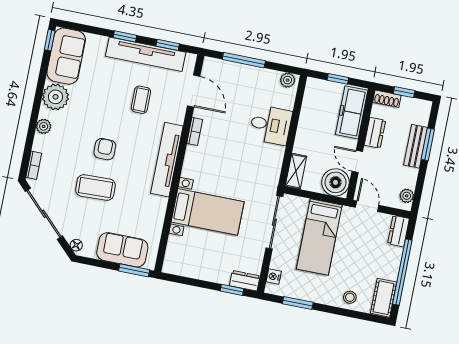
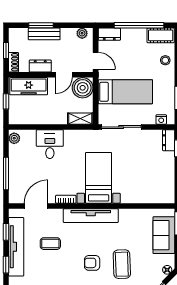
door: (367, 206) -> (96, 61), swing flipped
bed with nightstands: (208, 212) -> (99, 178), moved

